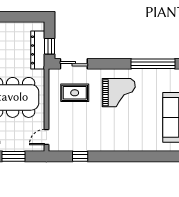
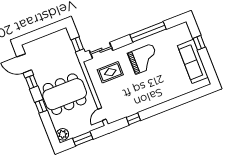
dresser: (38, 50) -> (70, 51), removed
window: (153, 64) -> (148, 32), moved

